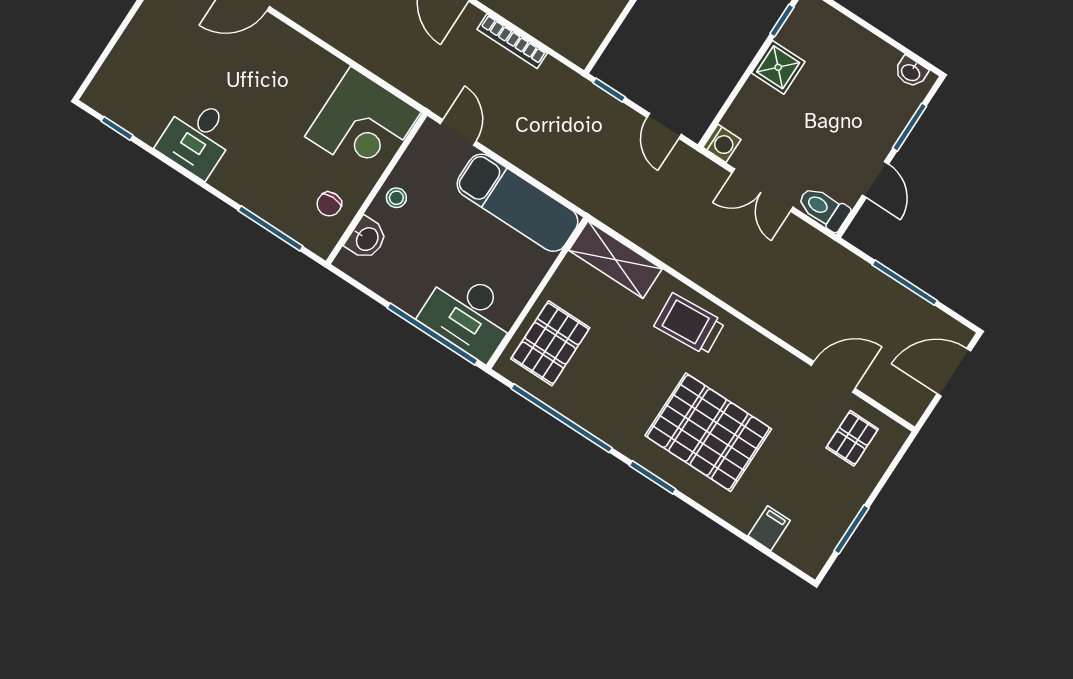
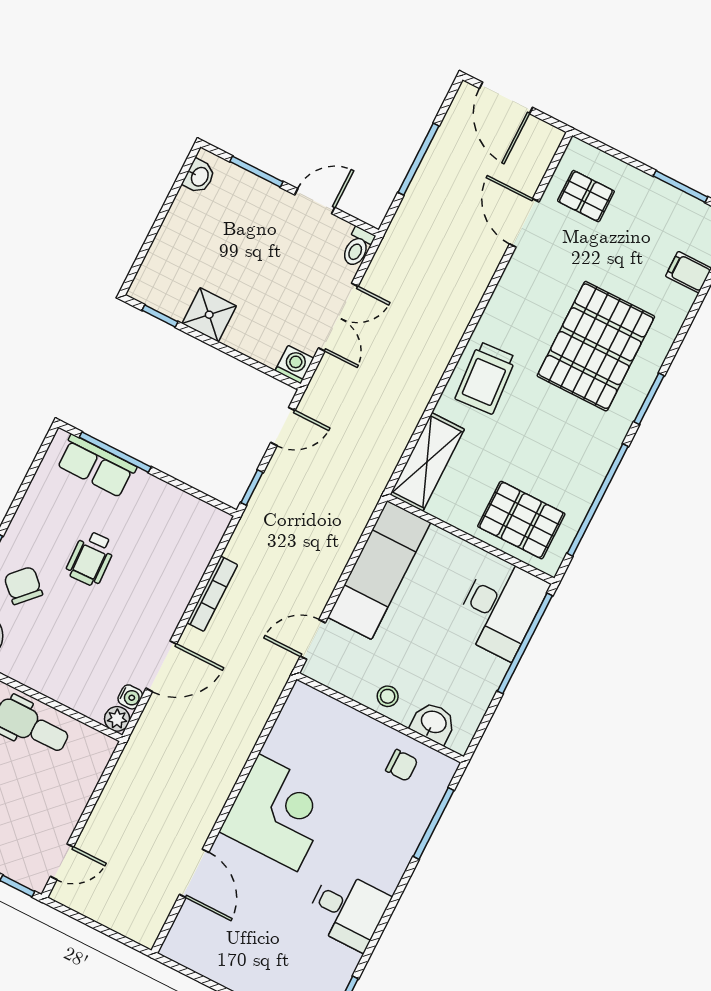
corner desk: (363, 124) -> (278, 813), moved
toilet: (824, 208) -> (358, 247), width x0.73, depth x0.72

